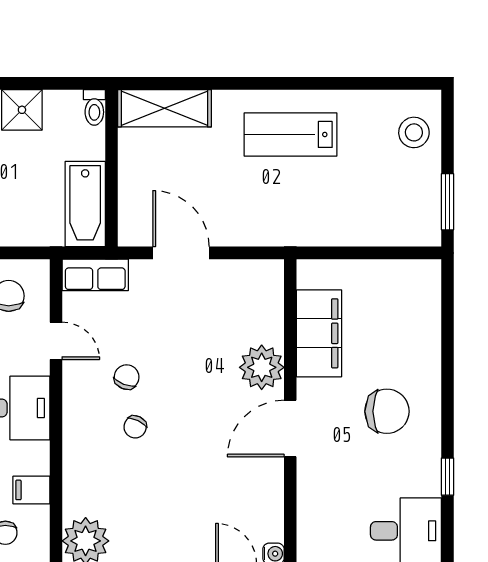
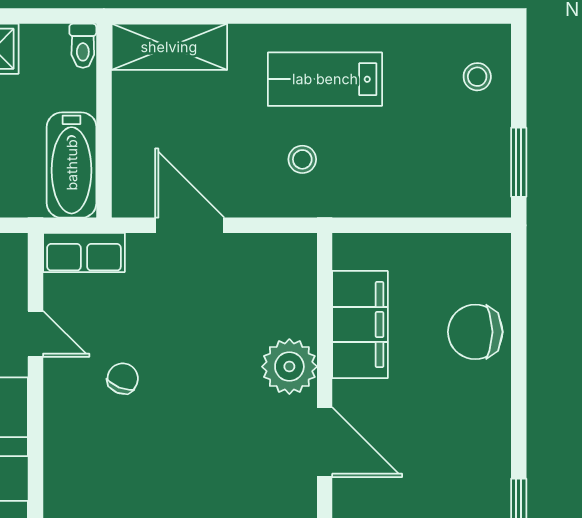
stool: (414, 132) -> (477, 77), width x0.73, depth x0.73
stool: (272, 199) -> (302, 159), added
chair: (387, 411) -> (475, 332), moved, turned 180
chair: (135, 427) -> (133, 440), removed
door: (290, 429) -> (325, 442), swing flipped

